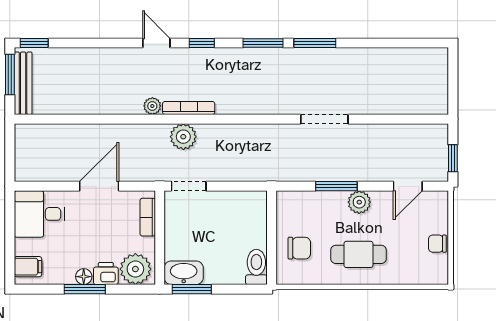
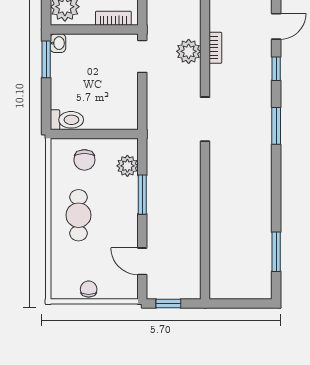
window: (315, 43) -> (276, 252), moved
plant: (152, 106) -> (217, 22), removed
bookcase: (189, 108) -> (215, 48), width x0.64
doorway: (324, 119) -> (205, 119), moved
plant: (359, 202) -> (127, 166), moved
washbasin: (184, 273) -> (58, 43), width x0.52, depth x0.69

